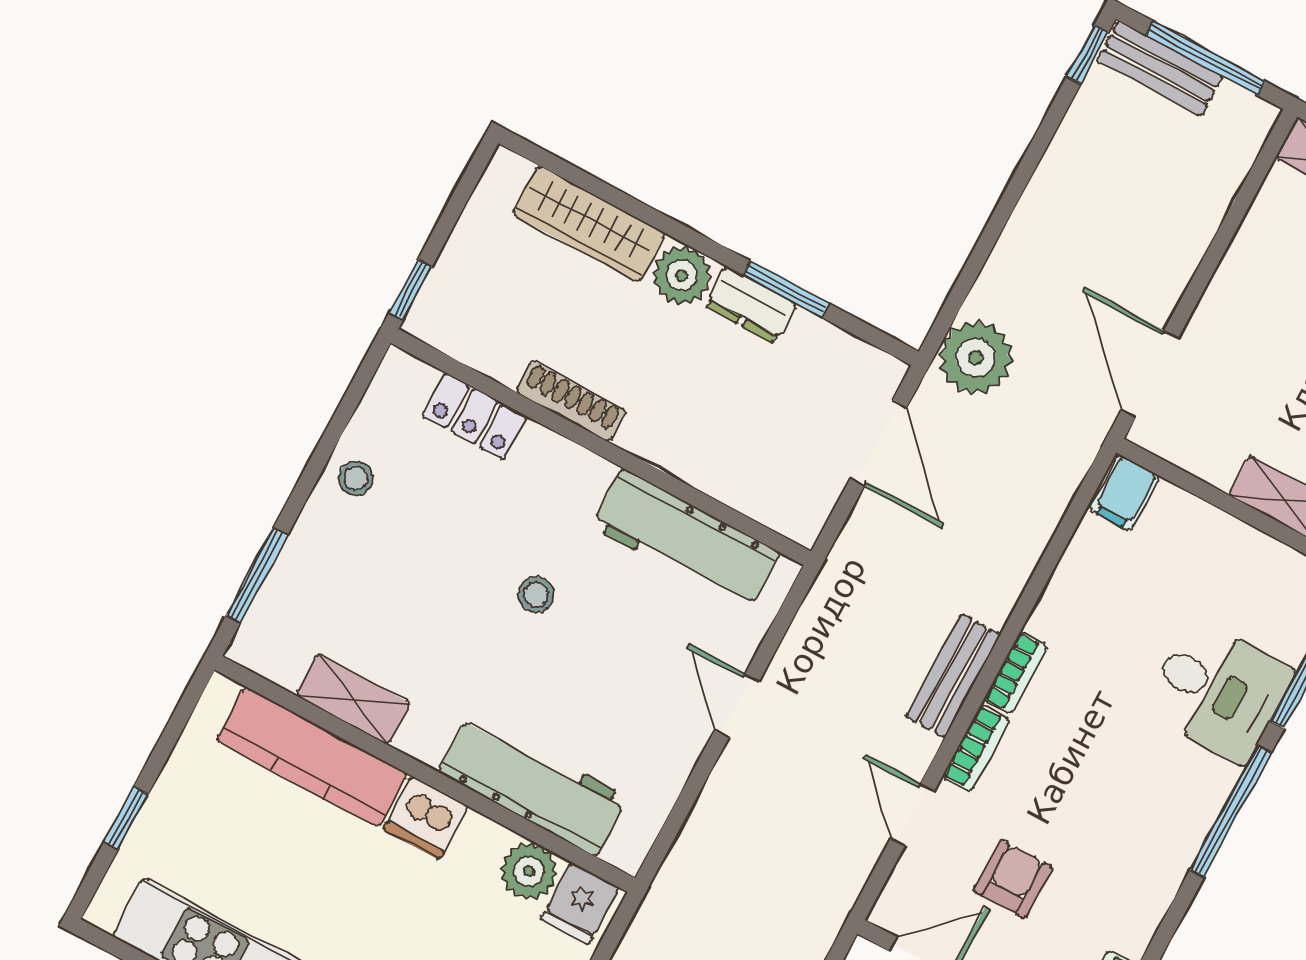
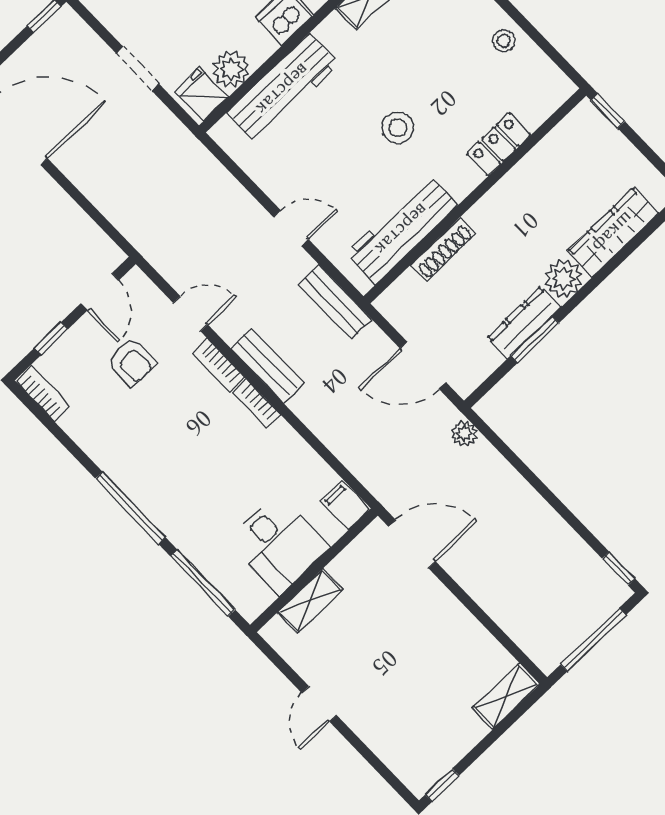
bench: (1160, 68) -> (335, 302), moved, turned 90
dresser: (751, 305) -> (524, 323), width x1.44
plant: (976, 358) -> (464, 434), width x0.53, depth x0.53
shoe rack: (571, 401) -> (443, 250), moved
locker: (475, 416) -> (499, 144), moved
stool: (536, 595) -> (398, 128), width x1.37, depth x1.37
desk: (1218, 691) -> (279, 544), moved, turned -90

